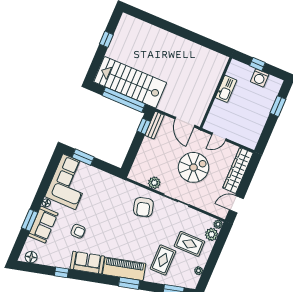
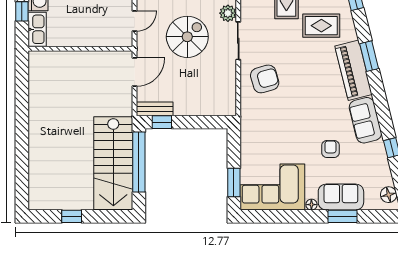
kitchen sink: (226, 89) -> (37, 29), moved, turned 90
door: (219, 137) -> (135, 21), hinge flipped
spiral stairs: (193, 167) -> (187, 37), turned 90
plant: (154, 183) -> (228, 13), moved

